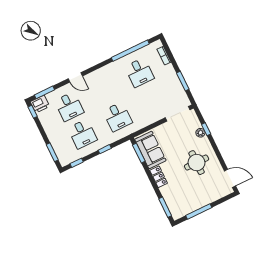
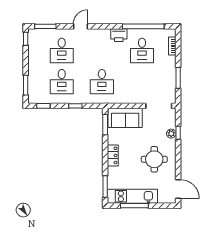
door: (75, 77) -> (80, 26), swing flipped
printer: (40, 104) -> (119, 35), moved
sofa: (150, 150) -> (125, 118), moved, turned 90
kitchen unit: (193, 204) -> (132, 196), added

